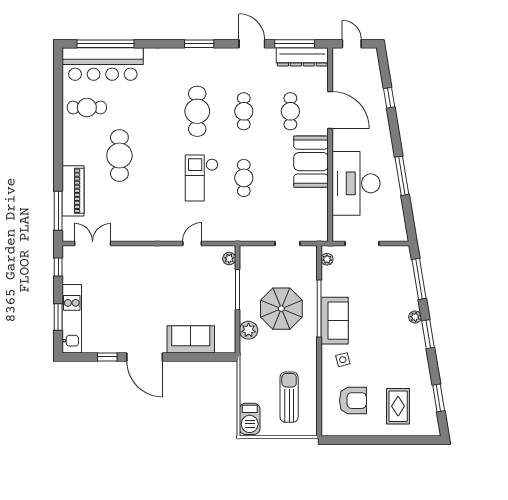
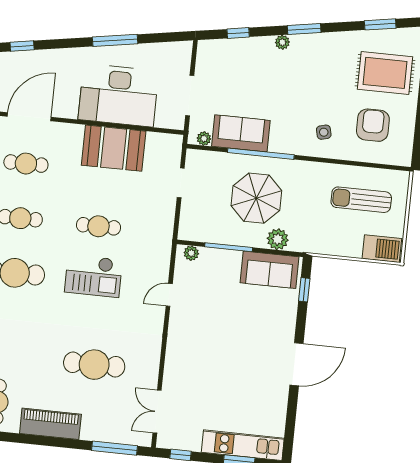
cafe table: (119, 156) -> (94, 365), moved
booth: (311, 162) -> (114, 148), moved
piano: (73, 191) -> (50, 424), moved
door: (192, 243) -> (169, 295), hinge flipped
window: (419, 279) -> (238, 33), width x0.46
sofa: (335, 321) -> (241, 133), moved
sofa: (191, 339) -> (270, 270), moved, turned -90
window: (107, 357) -> (304, 290), moved
rug: (398, 406) -> (385, 73), width x1.36, depth x1.43

